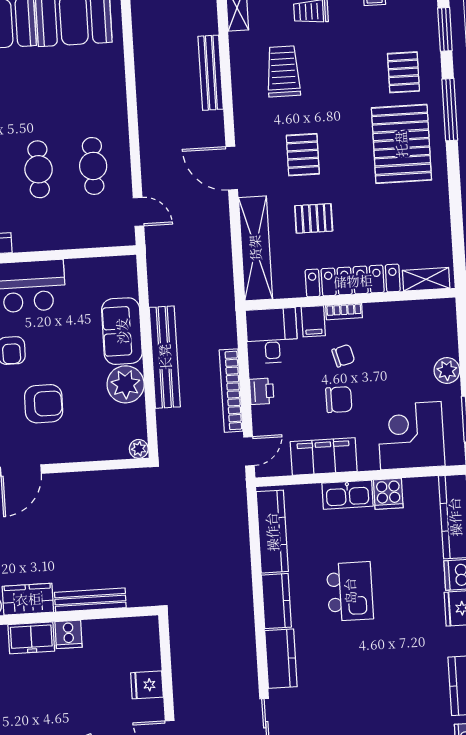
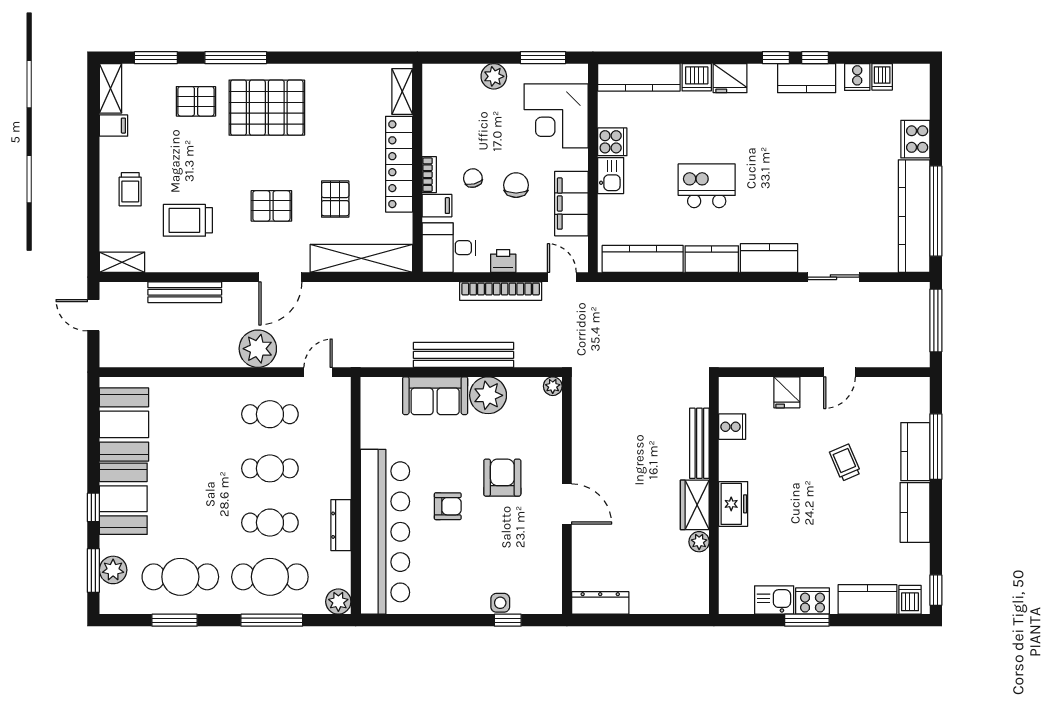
plant: (158, 150) -> (258, 349), added
kitchen sink: (347, 495) -> (611, 176), width x0.73
cooker: (69, 634) -> (732, 427), moved

